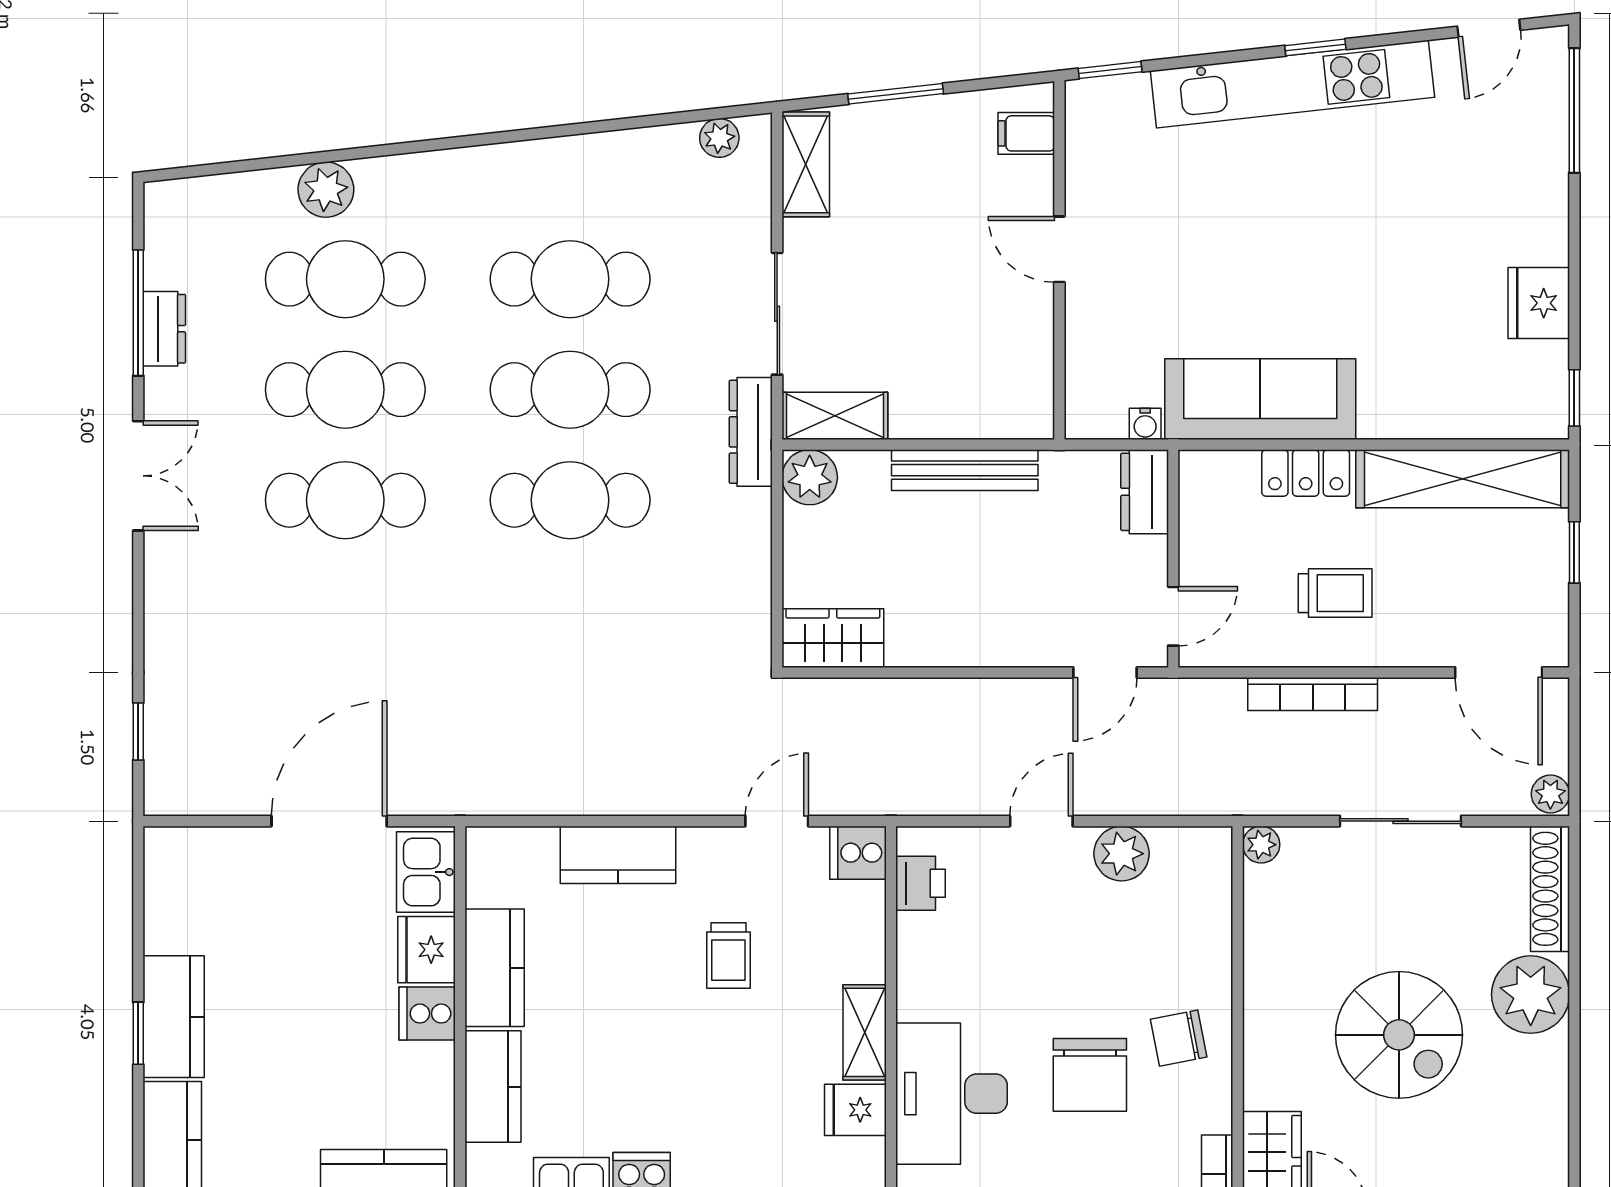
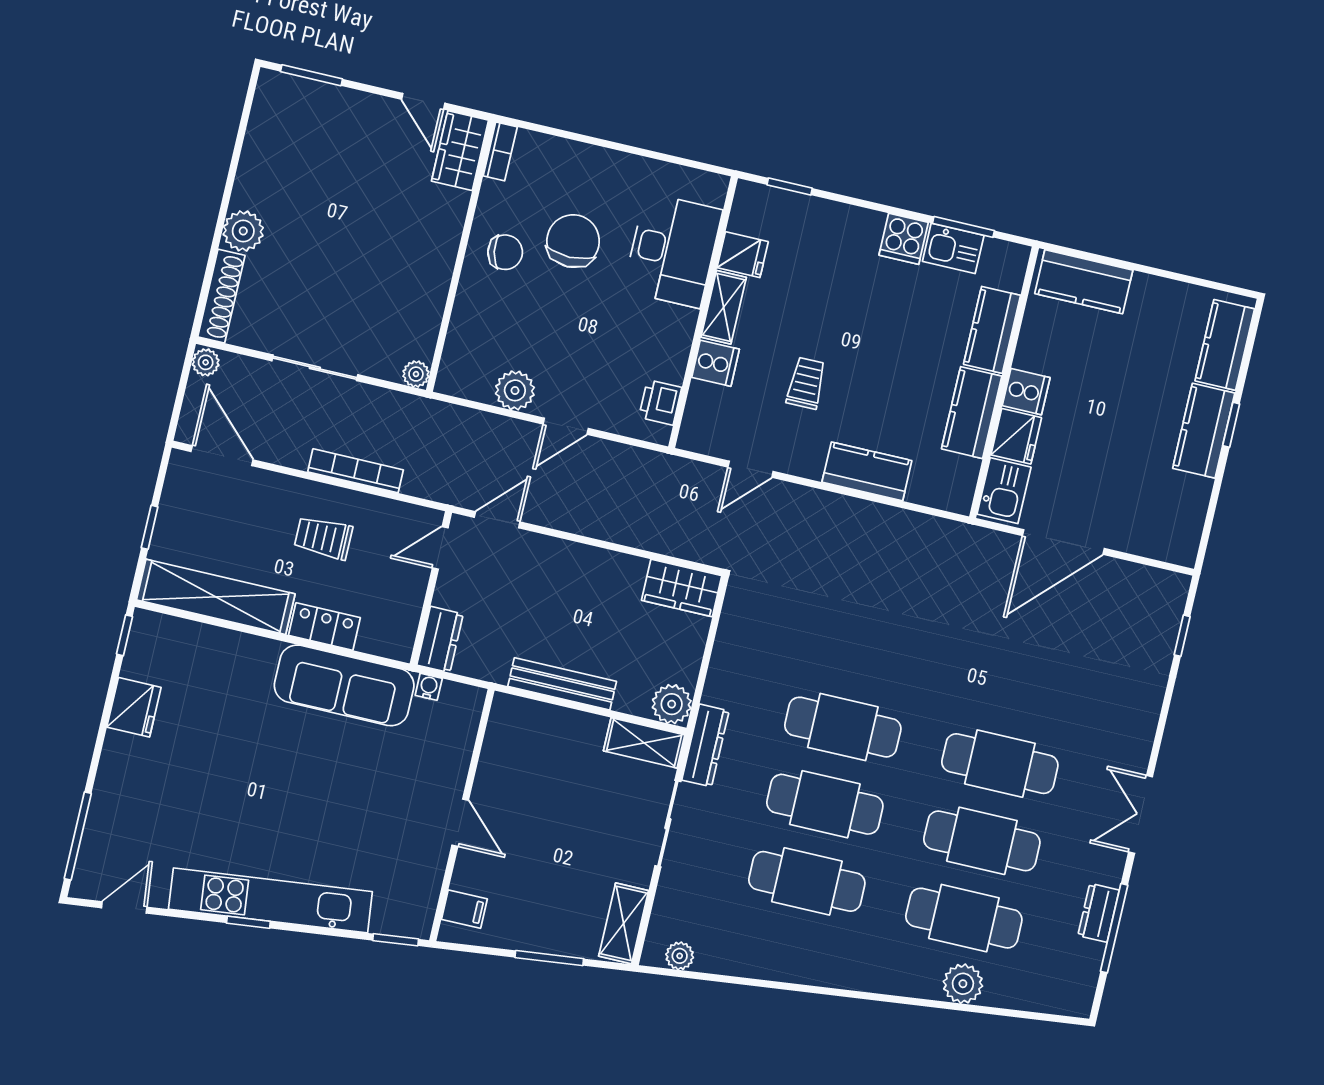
cooker: (858, 853) -> (715, 363), moved
plant: (1531, 995) -> (243, 231), width x0.73, depth x0.73
spiral stairs: (1399, 1035) -> (351, 219), removed

